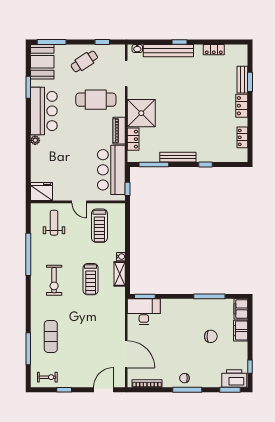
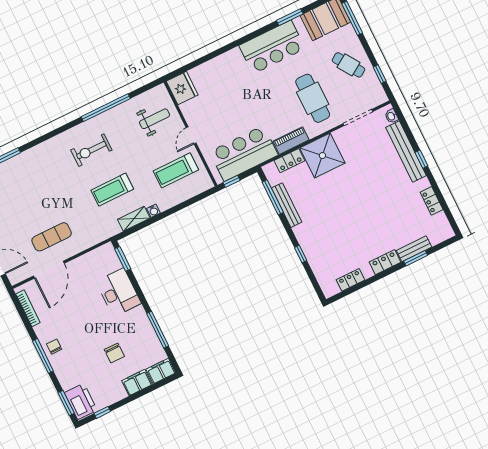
plant: (35, 140) -> (235, 53), removed
bench: (178, 157) -> (287, 205), moved
desk: (144, 312) -> (118, 292), moved
exercise mat: (51, 336) -> (52, 237), moved

